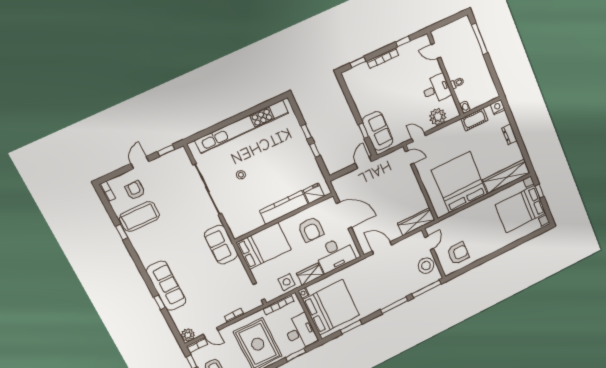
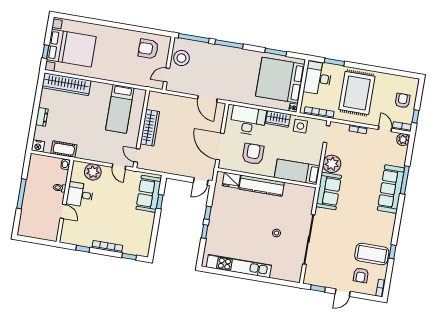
window: (480, 39) -> (22, 194), moved
door: (436, 51) -> (63, 211), moved
kitchen unit: (242, 127) -> (239, 266), width x0.73
door: (363, 162) -> (201, 181), moved
bed: (459, 182) -> (120, 109), width x0.49
wardrobe: (416, 222) -> (150, 128), moved, turned -90
bed: (264, 246) -> (297, 172), width x0.67
plant: (235, 270) -> (332, 164), added
window: (160, 302) -> (405, 180), width x2.17

